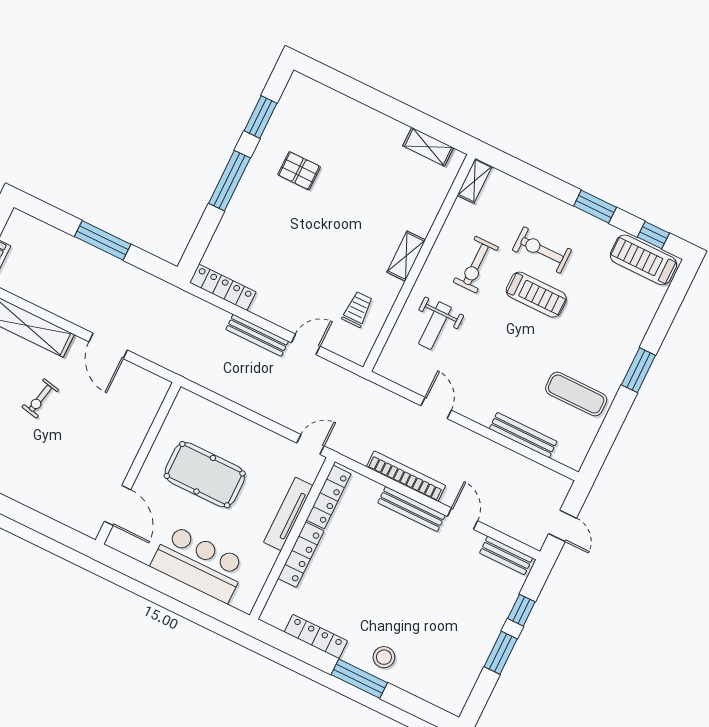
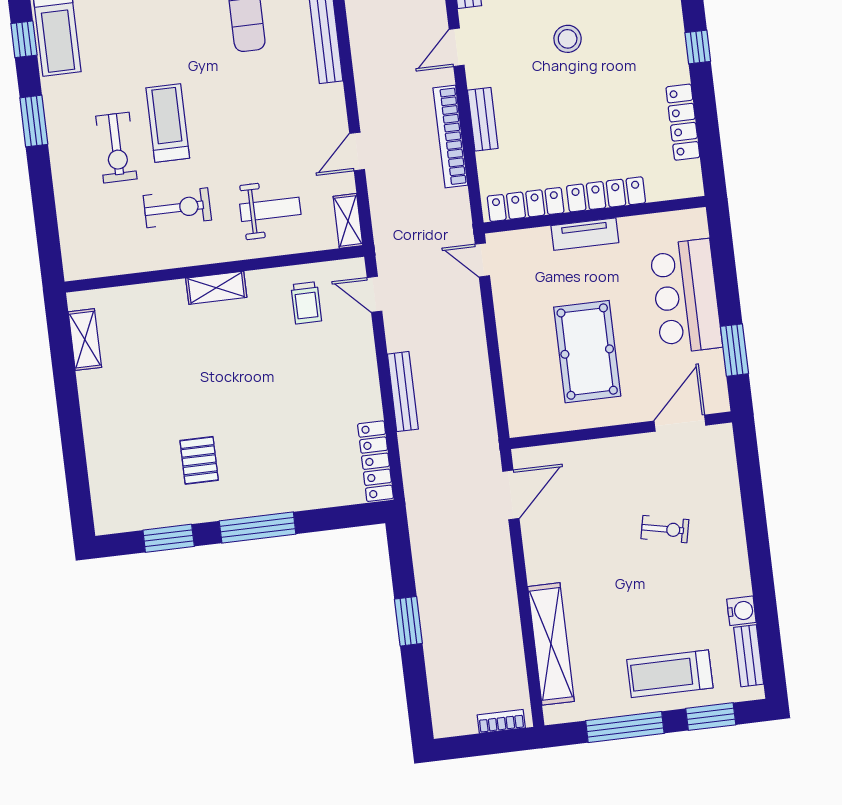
shelving: (475, 181) -> (348, 221), moved, turned 90
window: (103, 240) -> (408, 621), width x0.69
trolley: (358, 309) -> (306, 303), turned -90
door: (306, 344) -> (374, 294), moved
door: (108, 346) -> (511, 495), moved
exercise bike: (40, 398) -> (665, 529), moved
bench: (411, 509) -> (483, 119), width x0.73
tv unit: (288, 514) -> (585, 234), width x0.71
window: (143, 573) -> (734, 350), added
stool: (384, 657) -> (568, 39), moved
window: (359, 679) -> (698, 47), width x0.46

